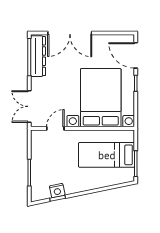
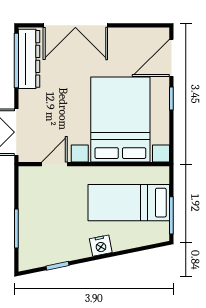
door: (136, 55) -> (171, 58), hinge flipped
nightstand: (57, 191) -> (101, 246), moved

